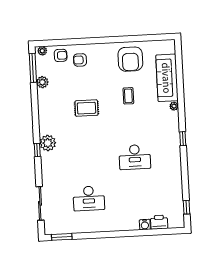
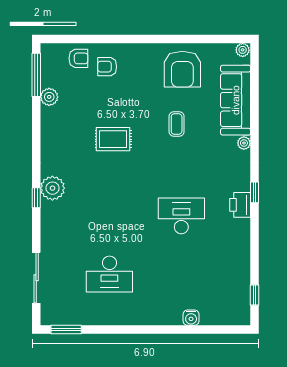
plant: (42, 51) -> (243, 50), moved
desk: (135, 157) -> (181, 216), turned 180
printer: (159, 222) -> (240, 205), moved, turned -90

